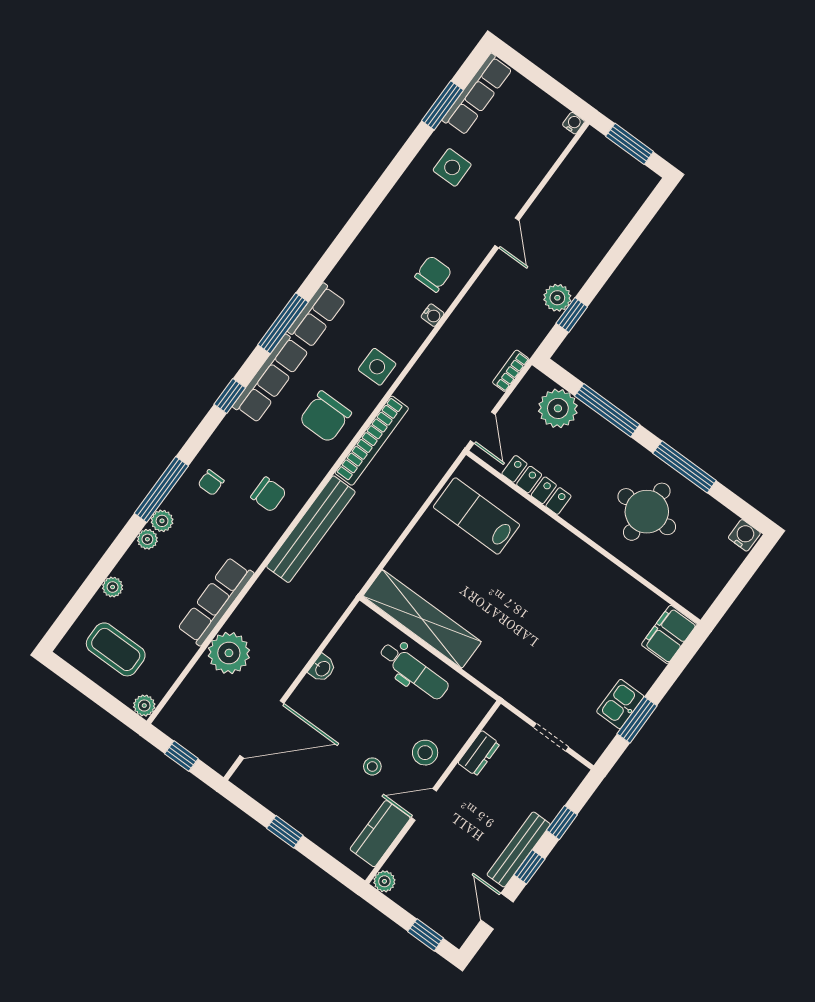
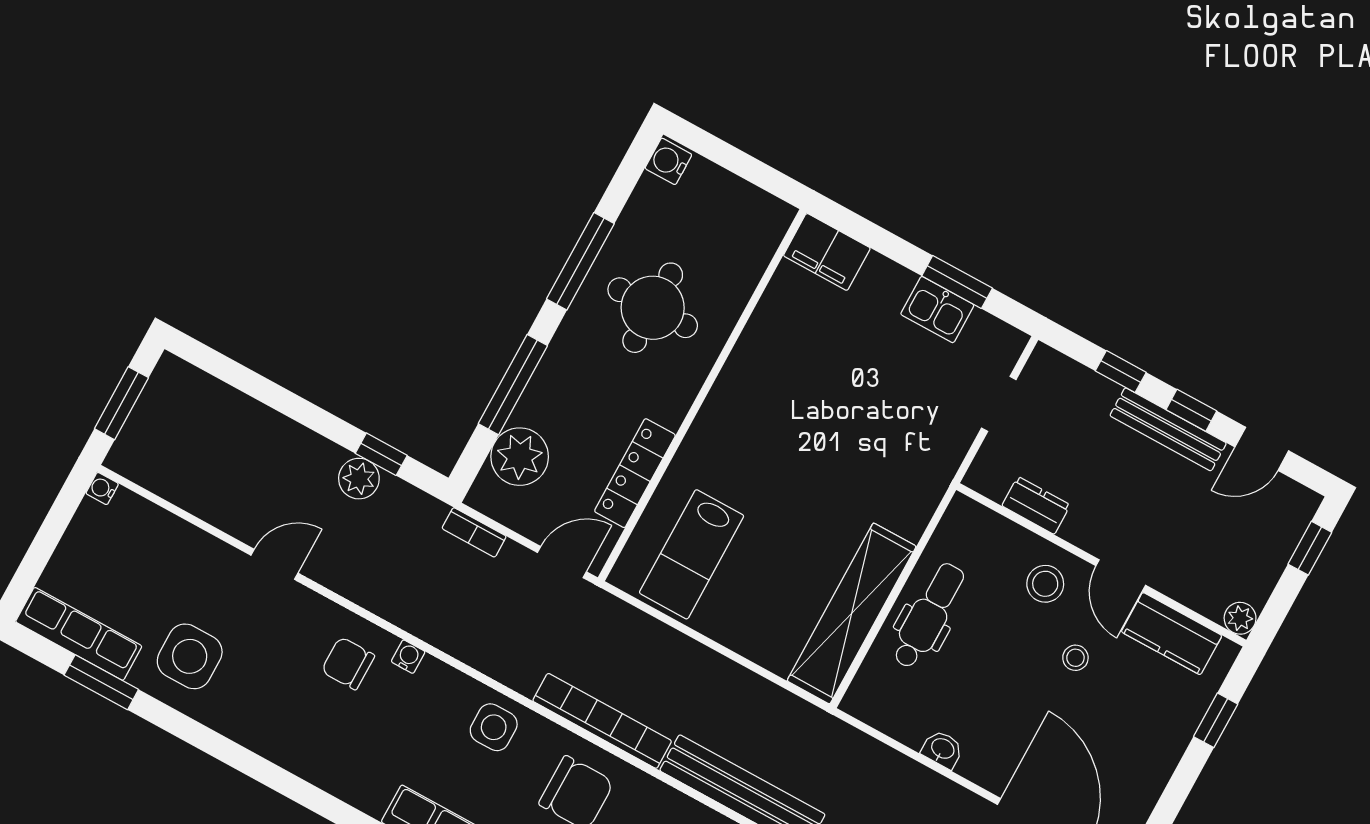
side table: (452, 167) -> (190, 656), width x1.37, depth x1.37
window: (285, 832) -> (1216, 720), moved

